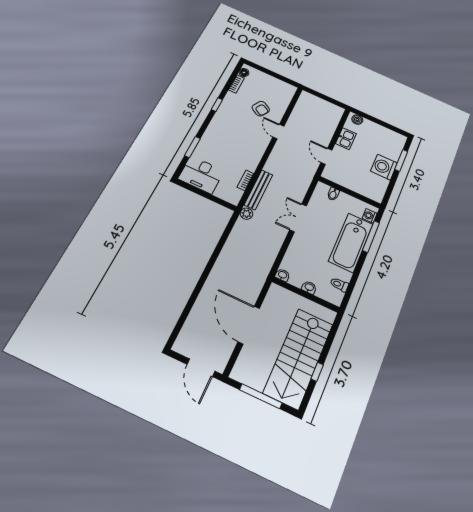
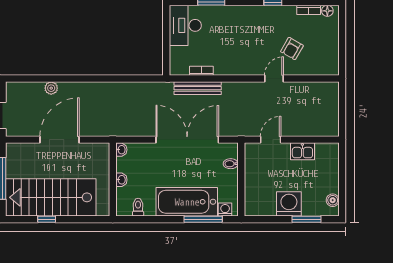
boiler: (357, 120) -> (333, 200), moved
plant: (246, 214) -> (51, 88), moved
double door: (298, 218) -> (187, 140), width x1.87

